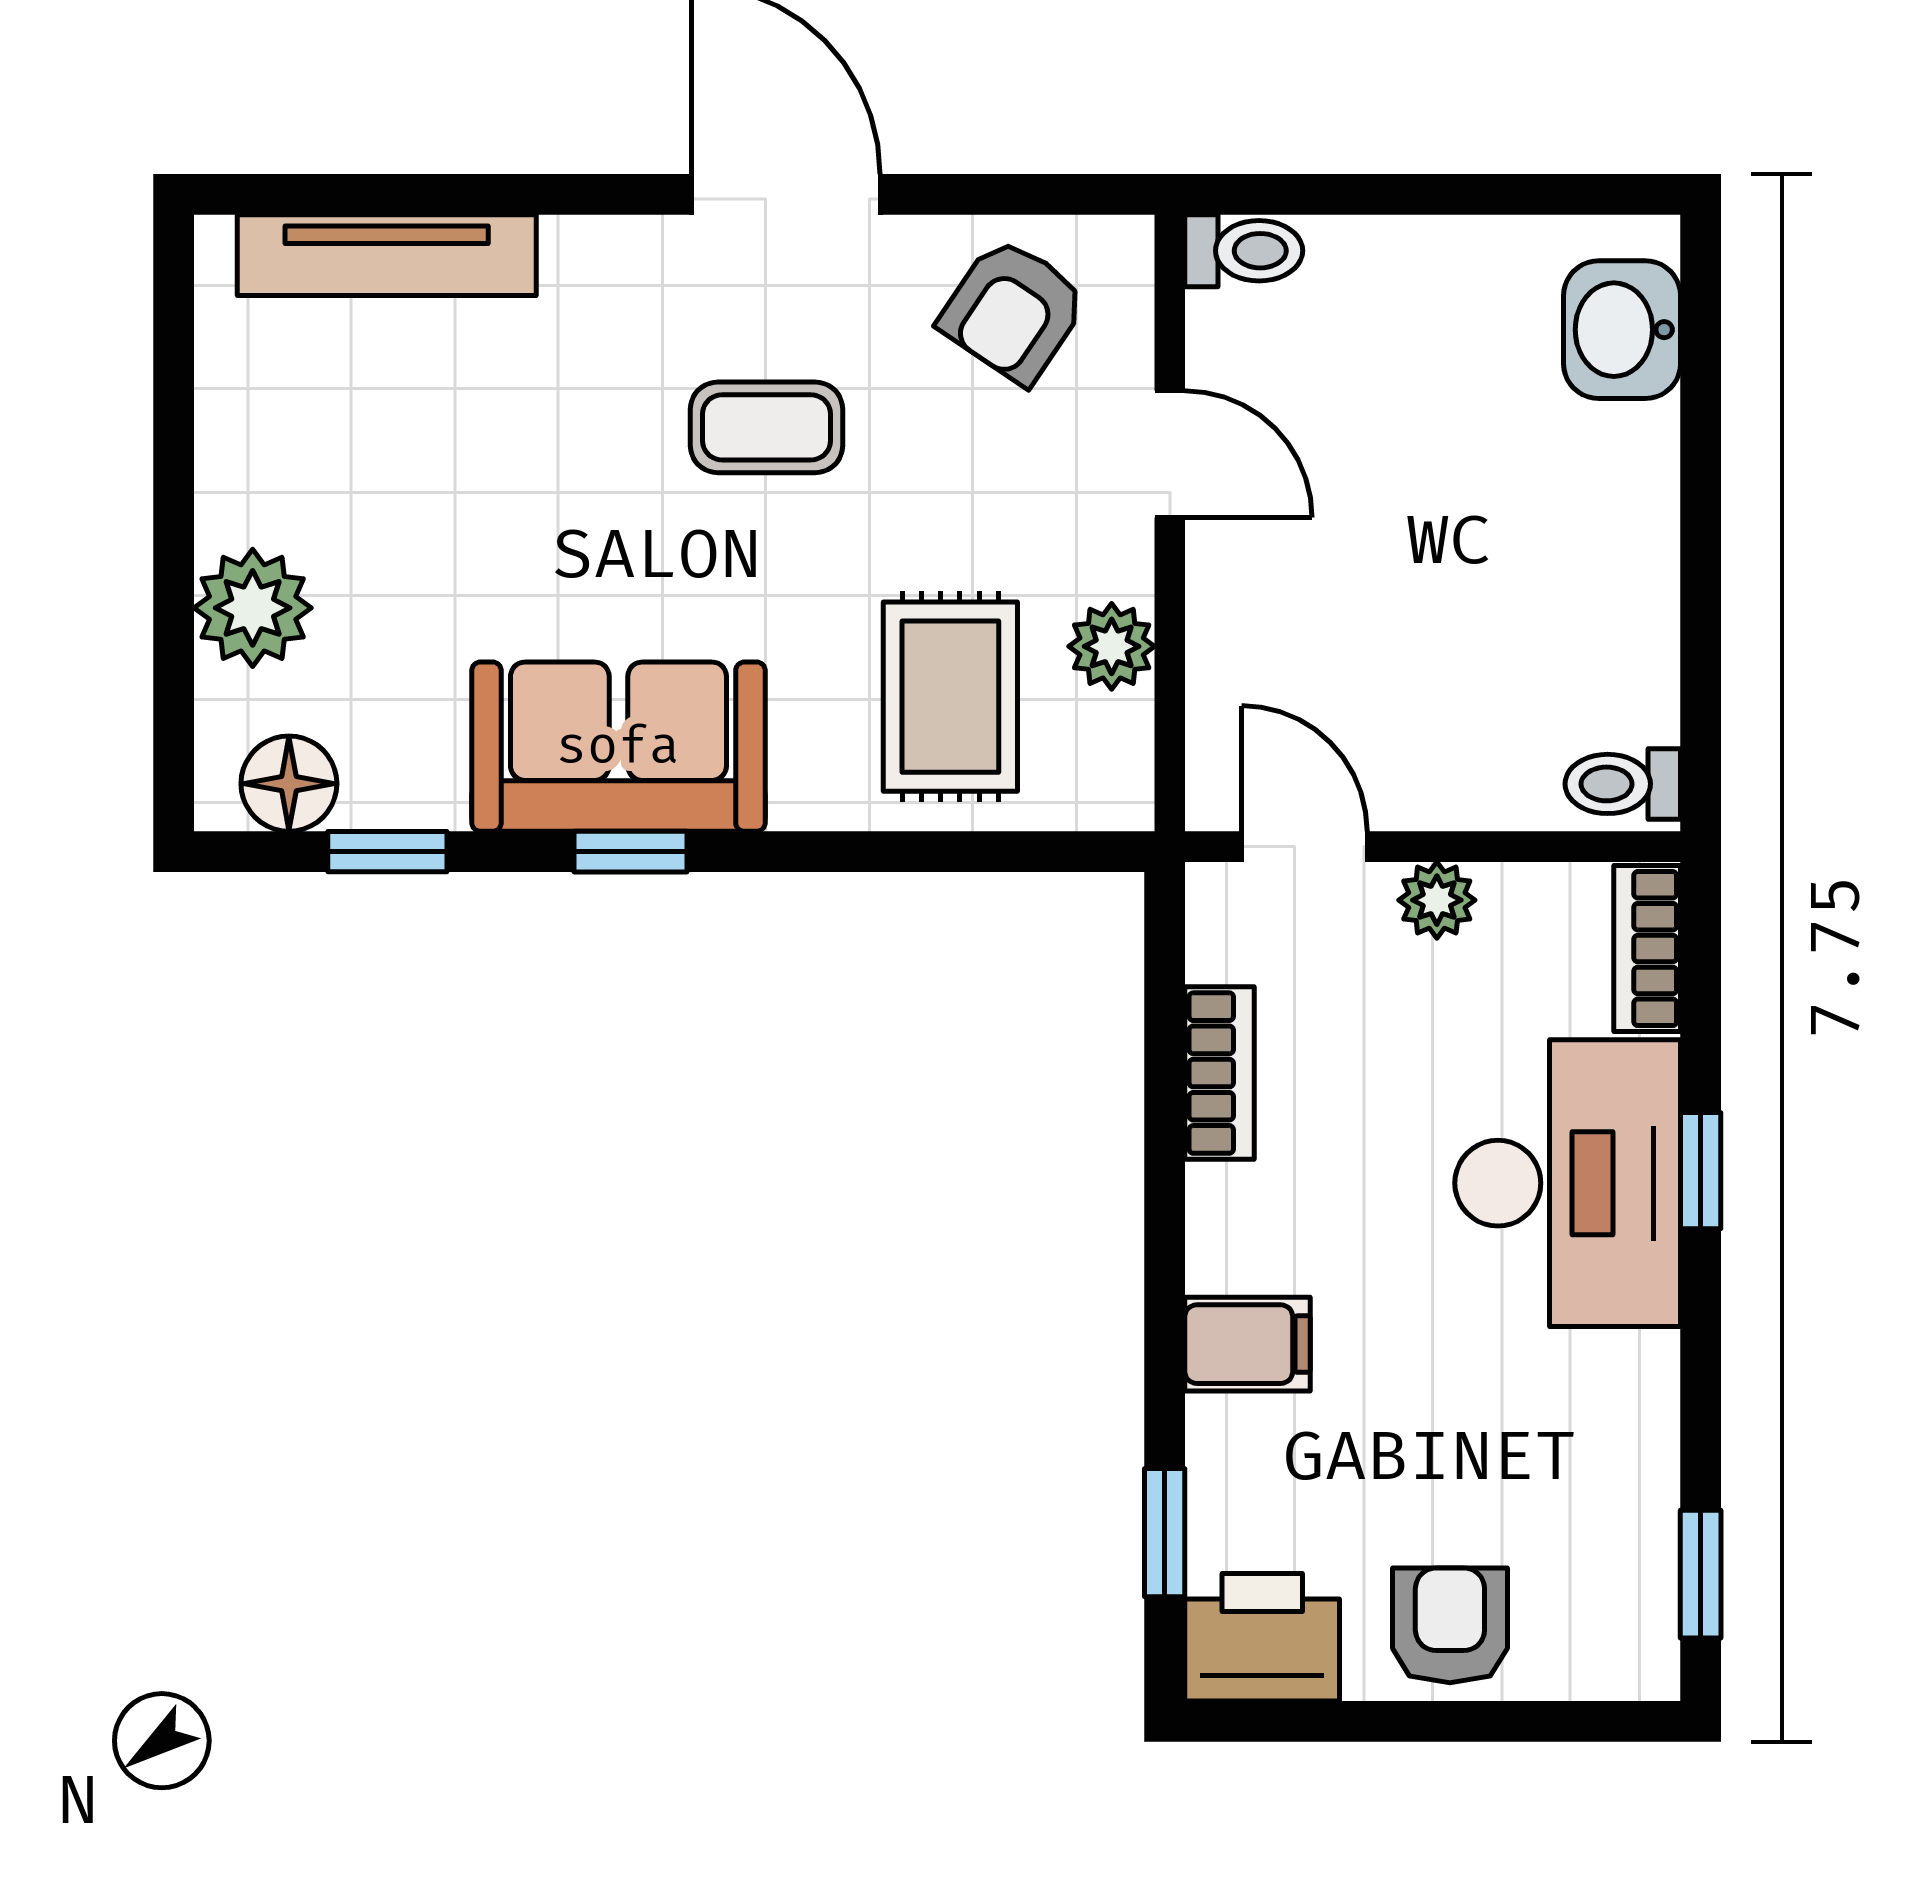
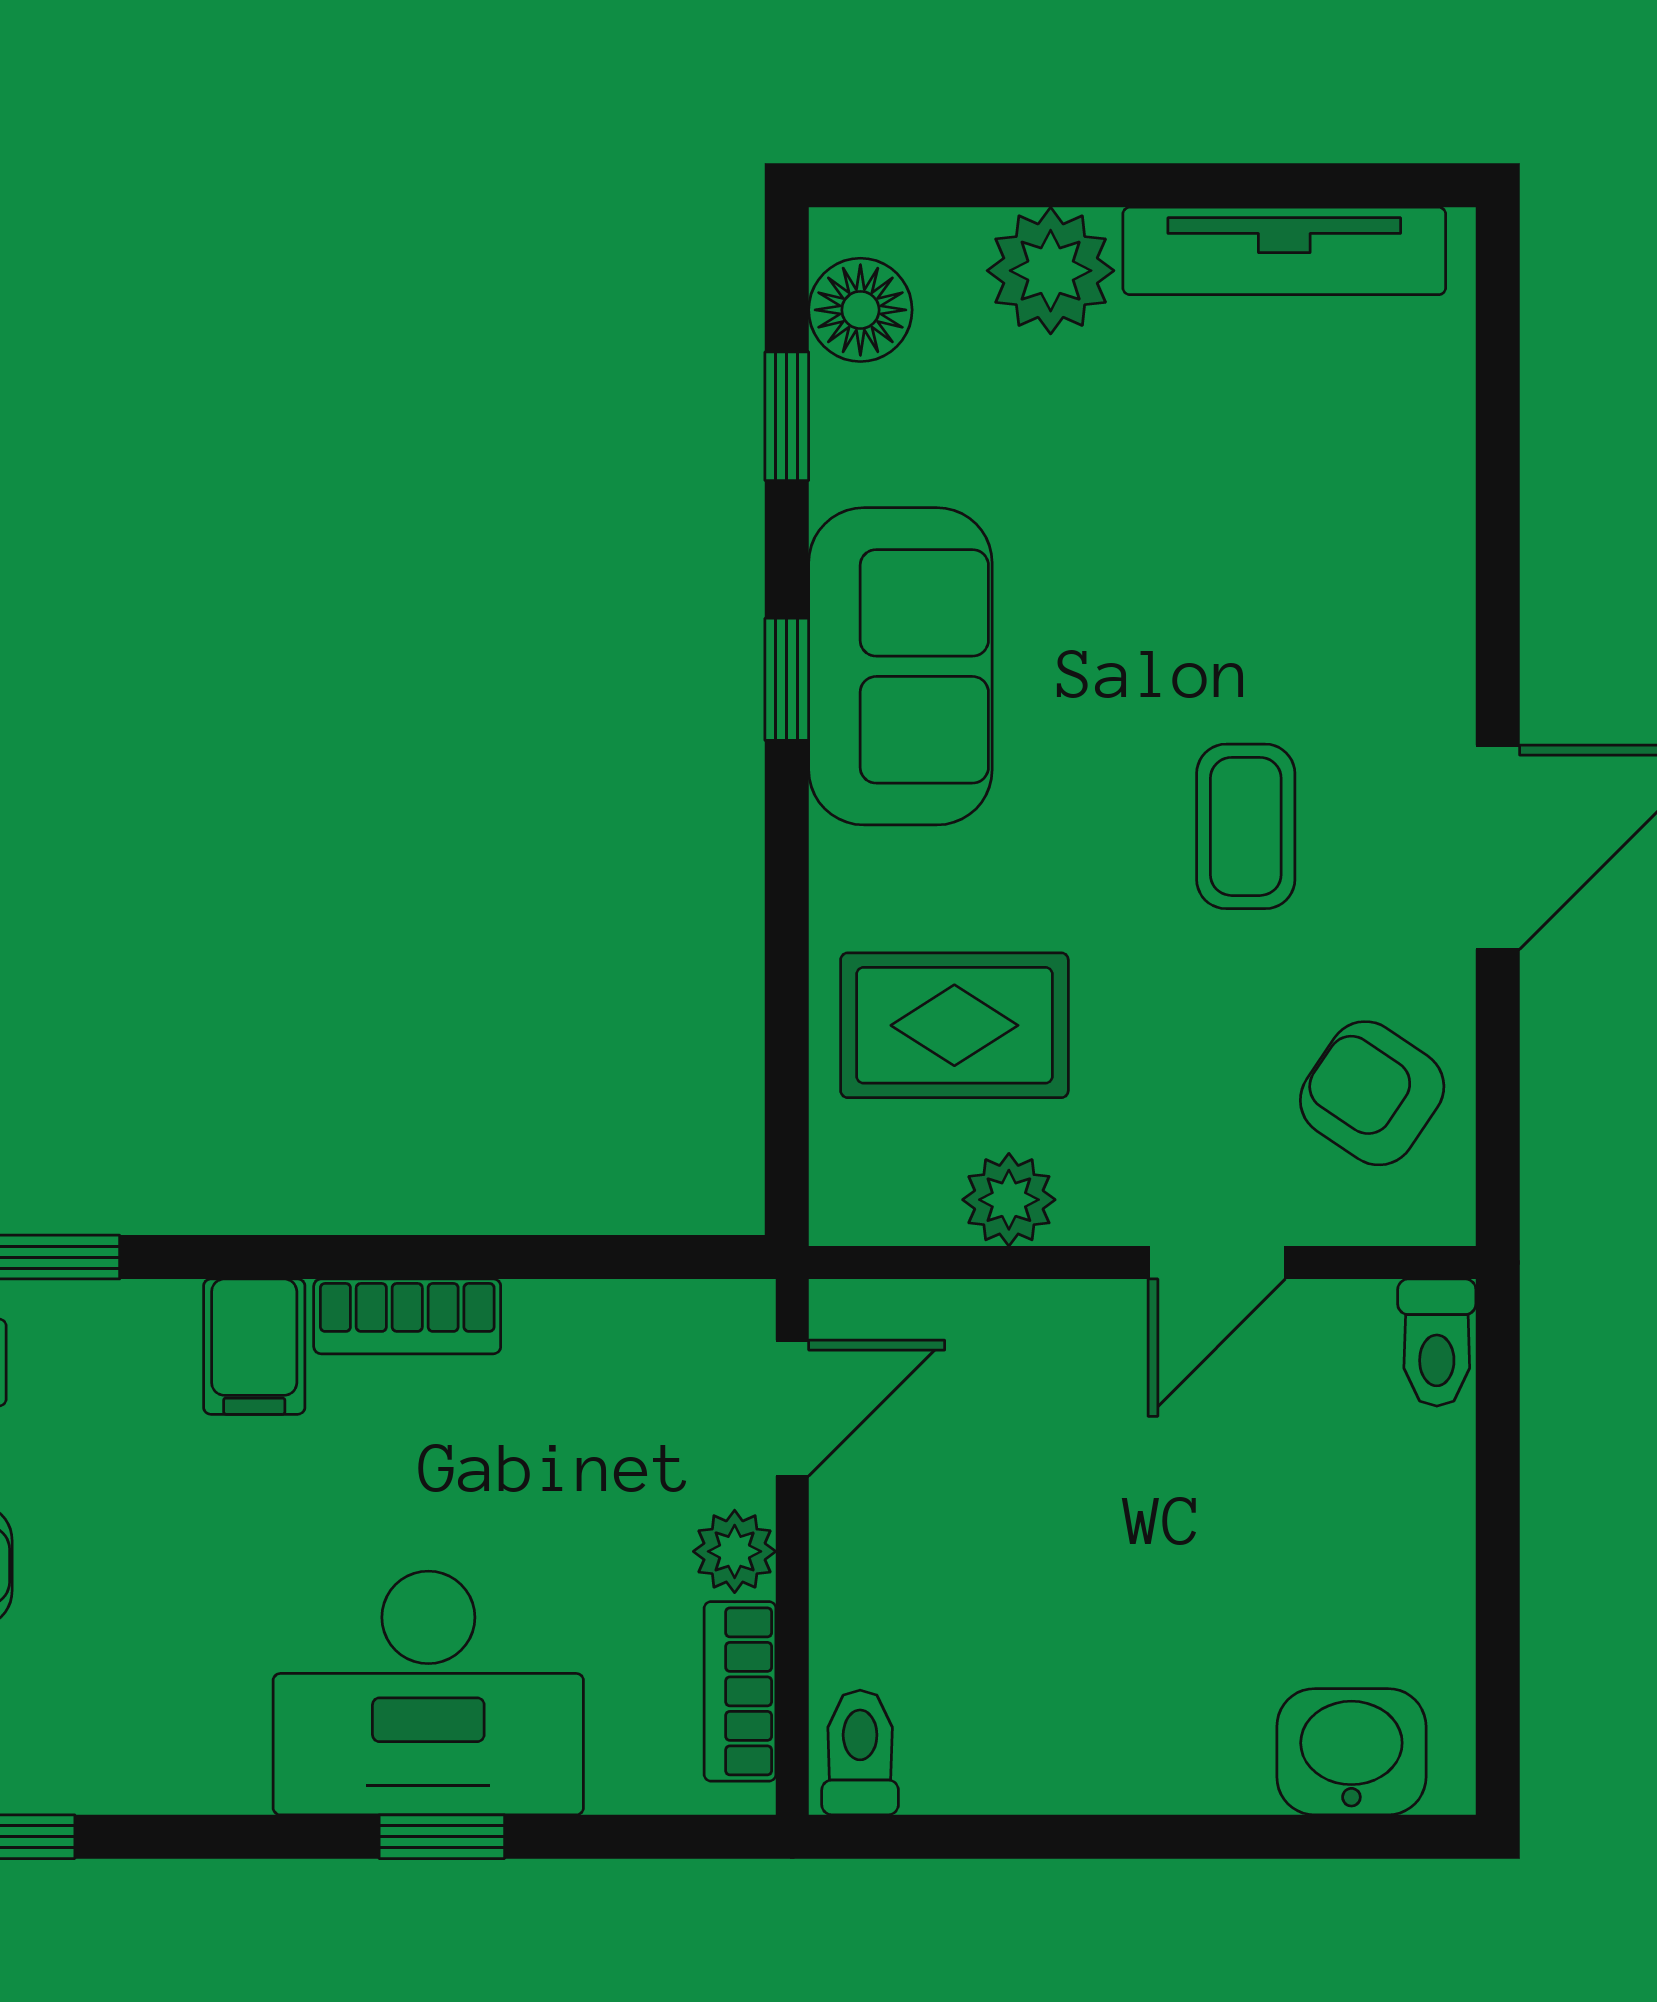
tv unit: (387, 255) -> (1284, 251), moved, turned -90
bookcase: (1647, 949) -> (740, 1691), moved, turned -90
bookcase: (1220, 1073) -> (407, 1316), moved

